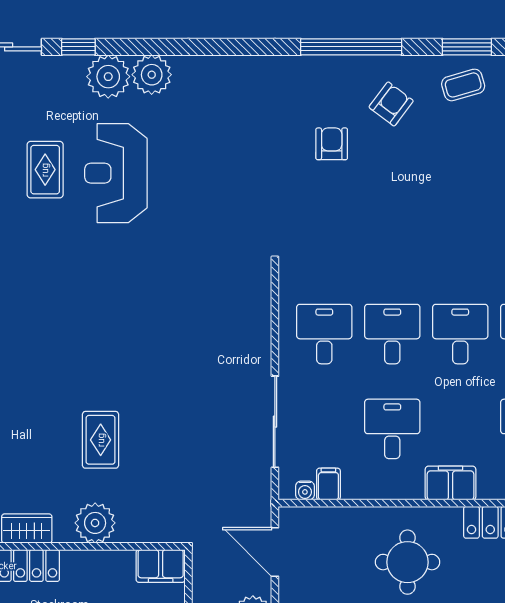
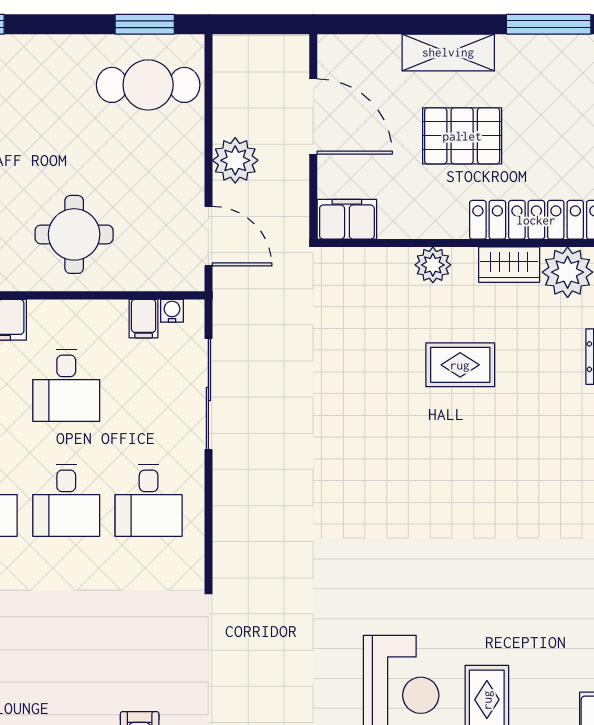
rug: (101, 440) -> (460, 365), moved, turned 90
plant: (95, 523) -> (433, 265), width x0.73, depth x0.73
round table: (407, 562) -> (74, 234), moved

